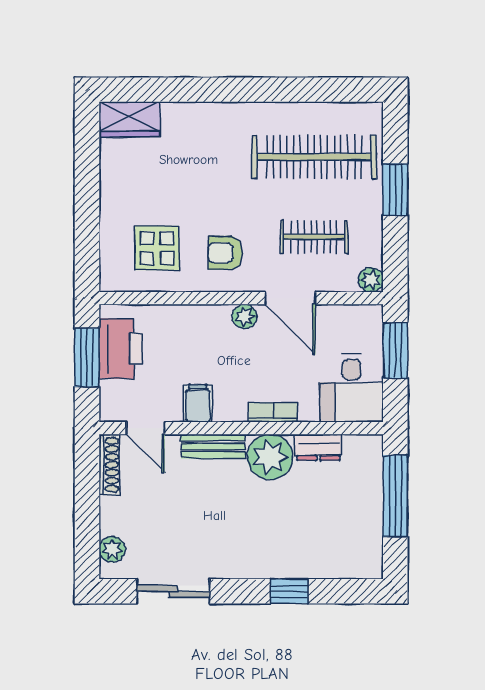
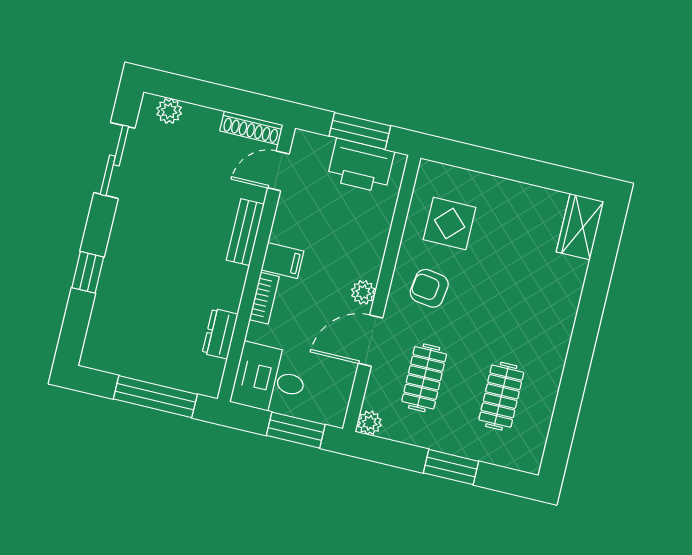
clothes rail: (314, 157) -> (501, 396), width x0.54, depth x0.76
armchair: (225, 253) -> (429, 288), turned -82
filing cabinet: (198, 403) -> (282, 260), moved
plant: (270, 457) -> (222, 285), removed

